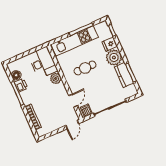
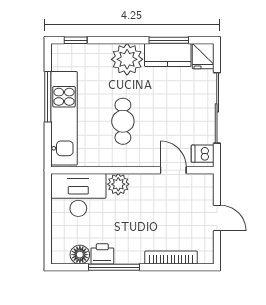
fridge: (110, 44) -> (203, 56), moved
door: (72, 125) -> (217, 218), moved

